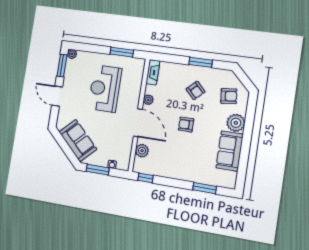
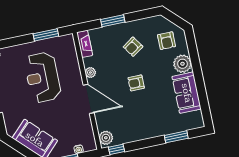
window: (201, 62) -> (113, 21), moved
armchair: (196, 90) -> (133, 47), turned 100
armchair: (229, 96) -> (167, 41), turned 96
plant: (142, 151) -> (106, 138), moved

